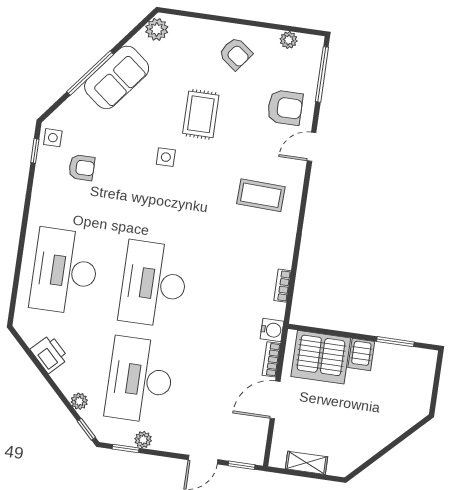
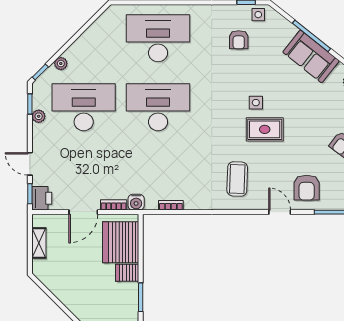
rug: (201, 114) -> (265, 129), moved
printer: (49, 354) -> (42, 198), moved, turned -45
door: (275, 400) -> (83, 212), swing flipped

